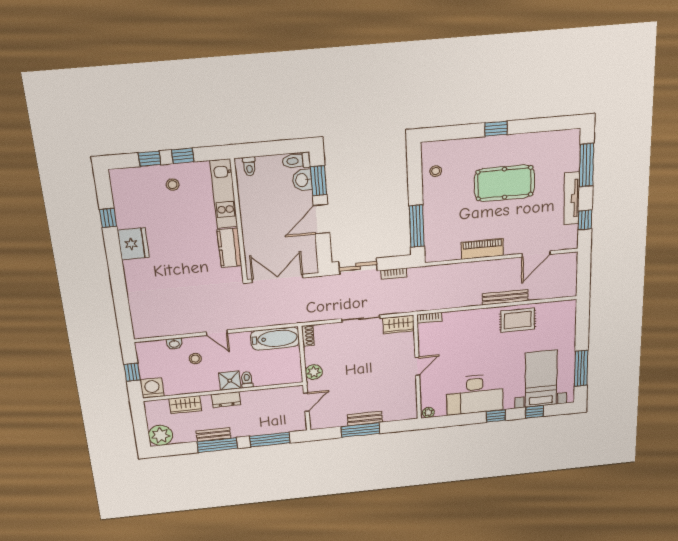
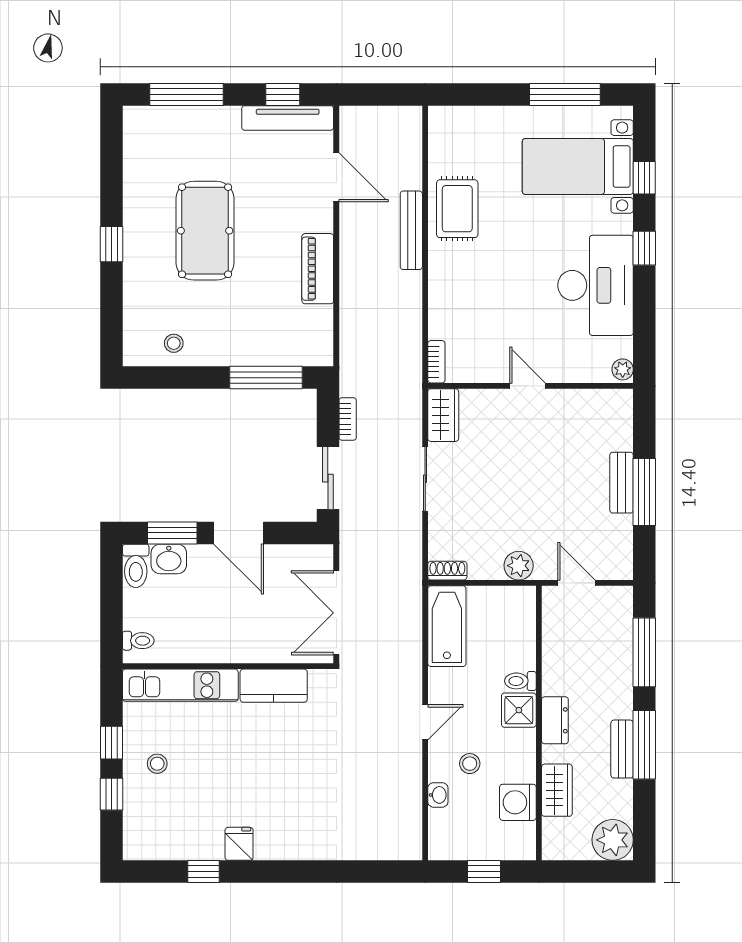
tv unit: (572, 198) -> (288, 118), moved
fridge: (133, 244) -> (239, 844), width x0.53, depth x0.75
washing machine: (152, 388) -> (518, 802), moved

